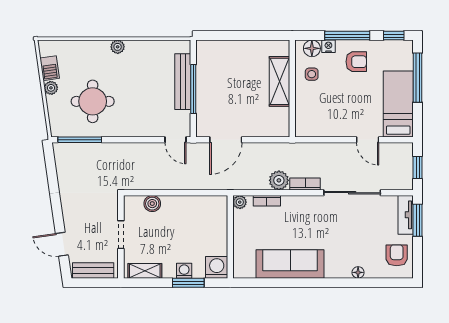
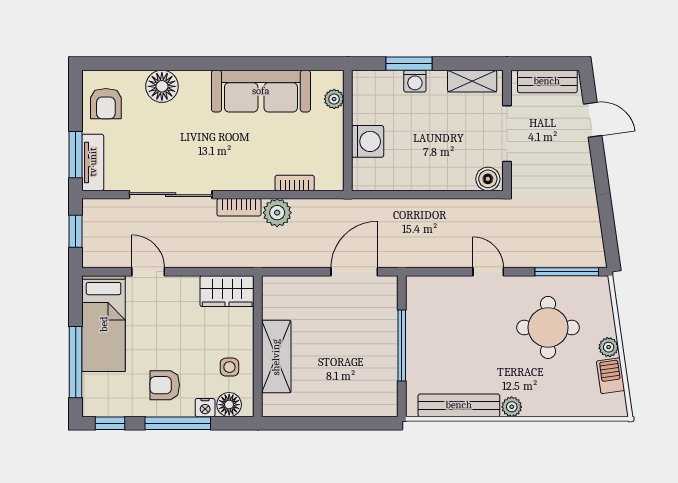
bench: (183, 82) -> (459, 405), moved, turned 90
wardrobe: (313, 126) -> (227, 291), added
door: (175, 140) -> (488, 272), moved
plant: (240, 202) -> (334, 99), moved
boiler: (152, 204) -> (488, 179), moved
doorway: (121, 235) -> (507, 134), width x1.38
washing machine: (217, 267) -> (368, 141), moved, turned -90
floor lamp: (358, 272) -> (162, 86), width x1.89, depth x1.89

